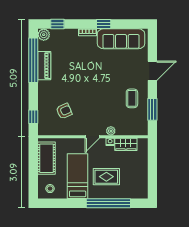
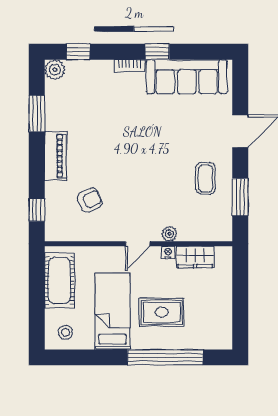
window: (33, 60) -> (37, 113), width x0.47
piano: (44, 66) -> (56, 156), moved

